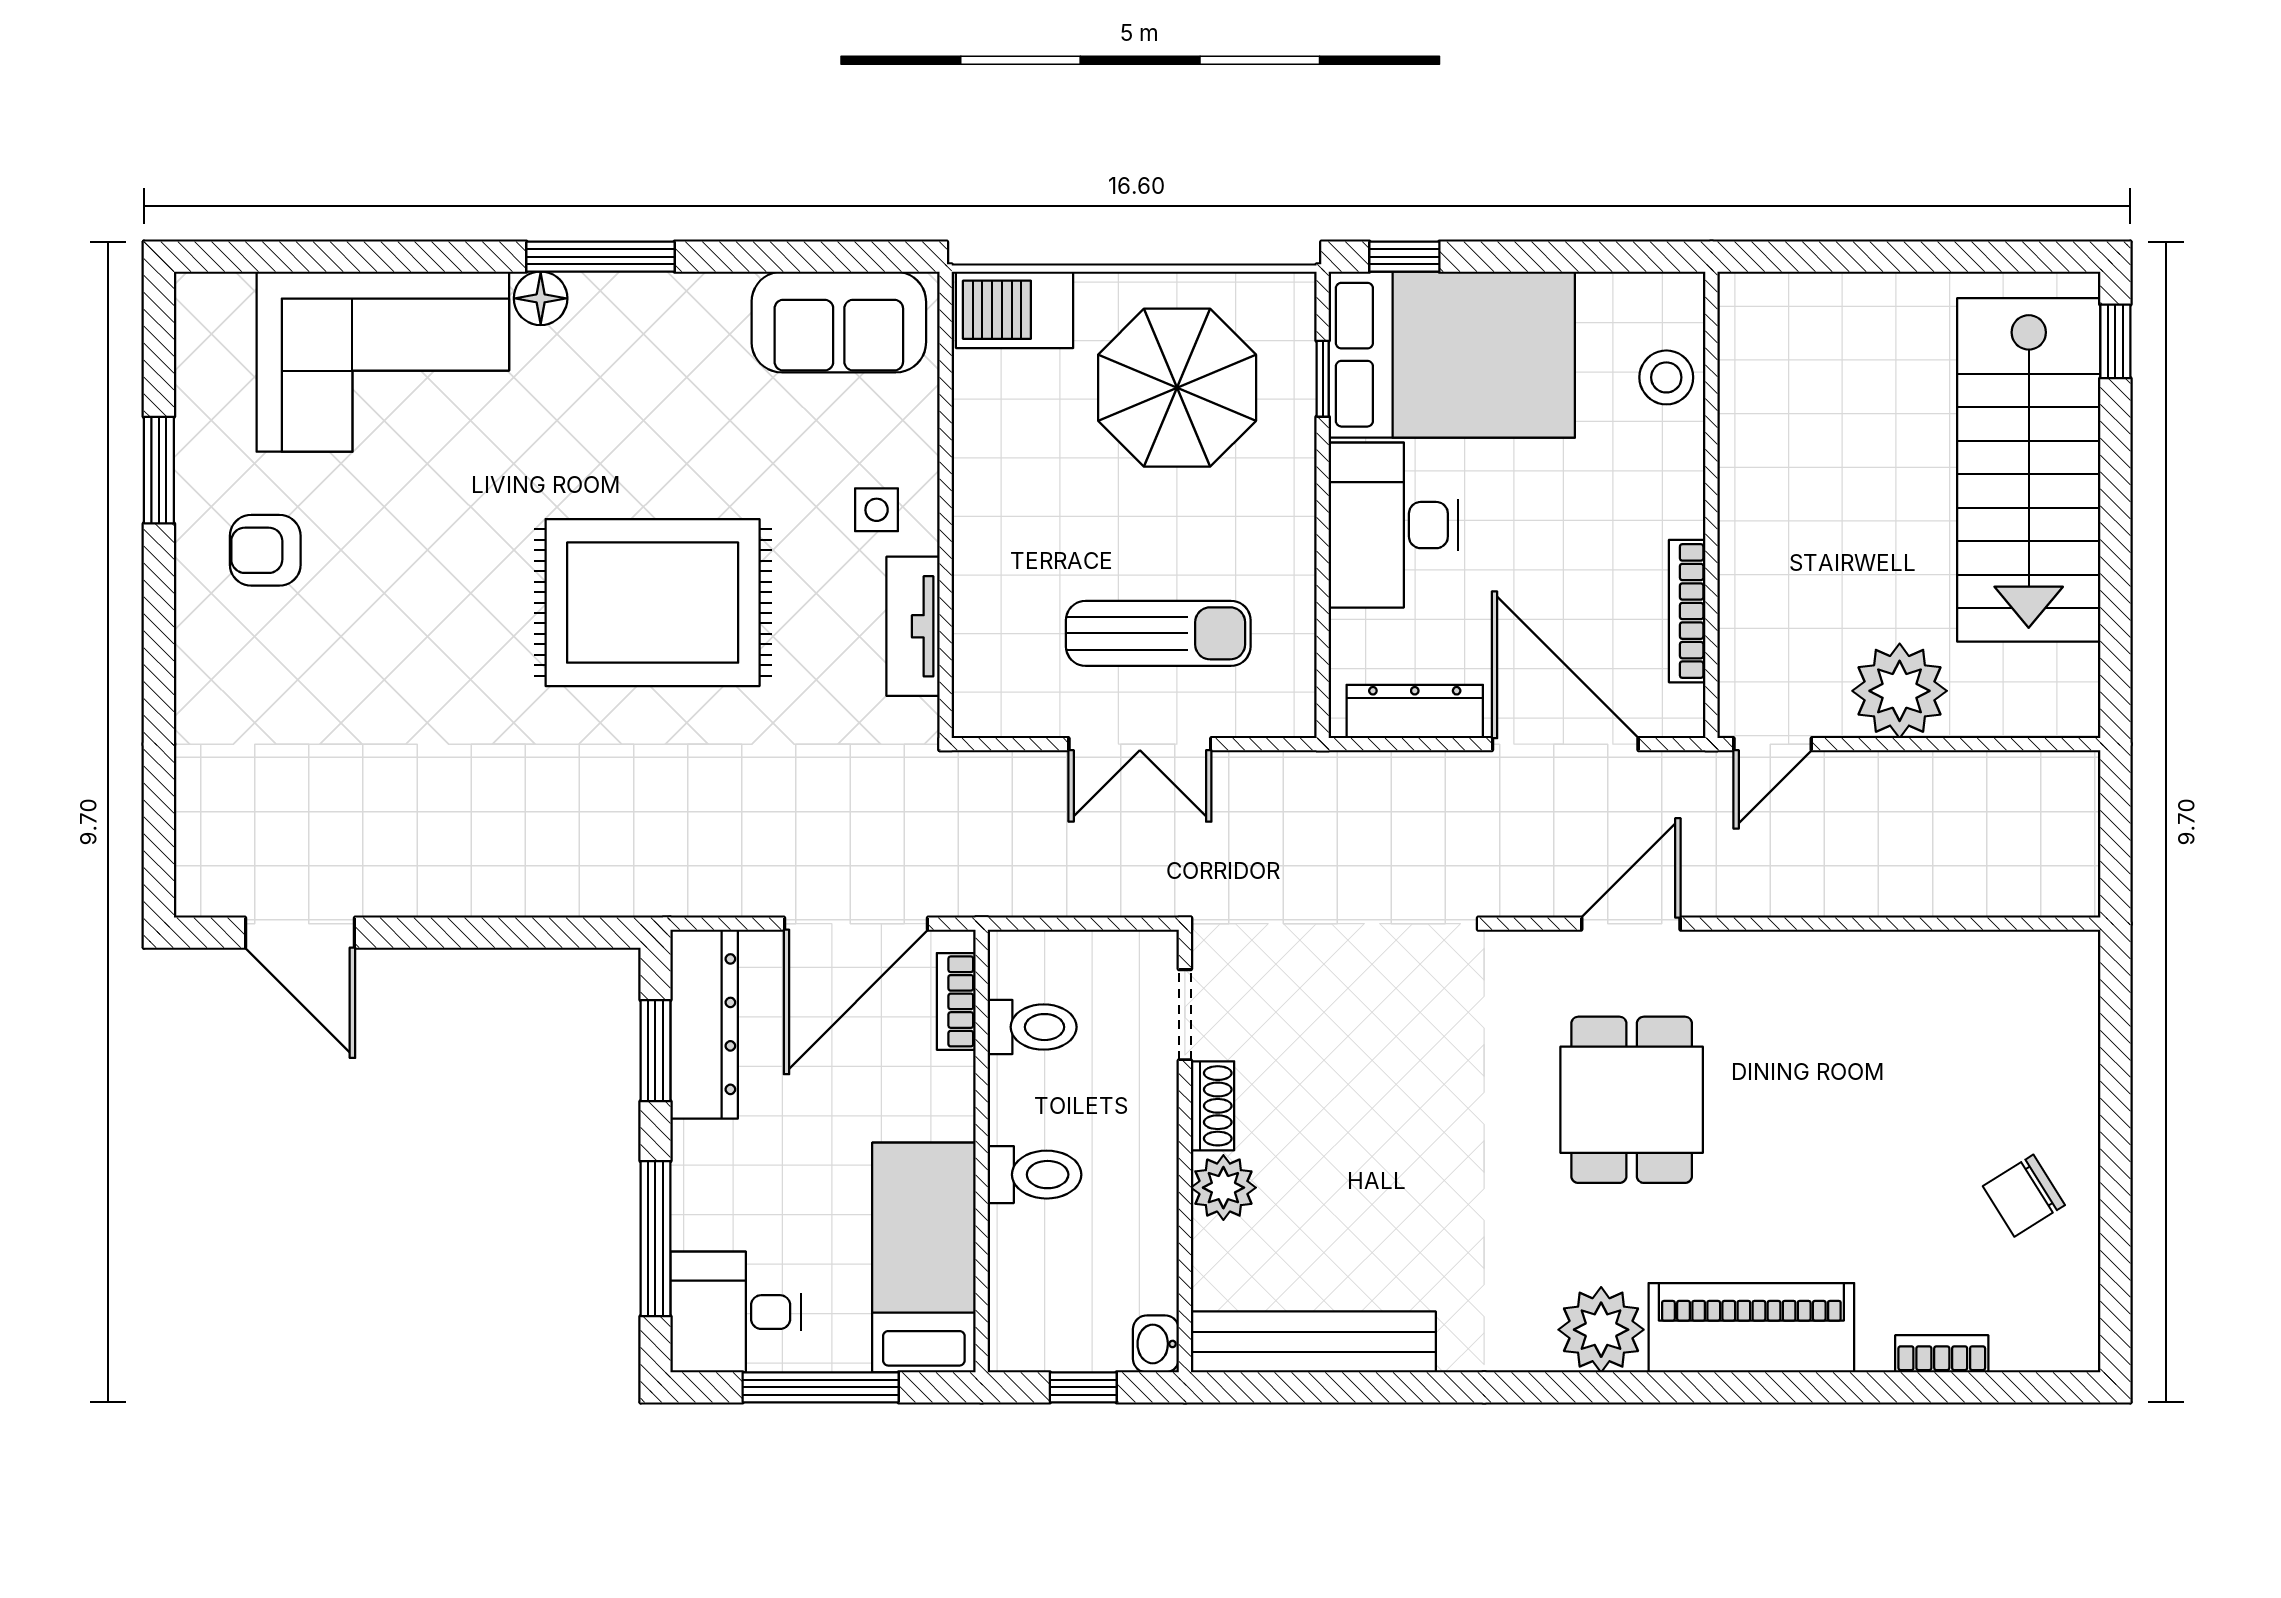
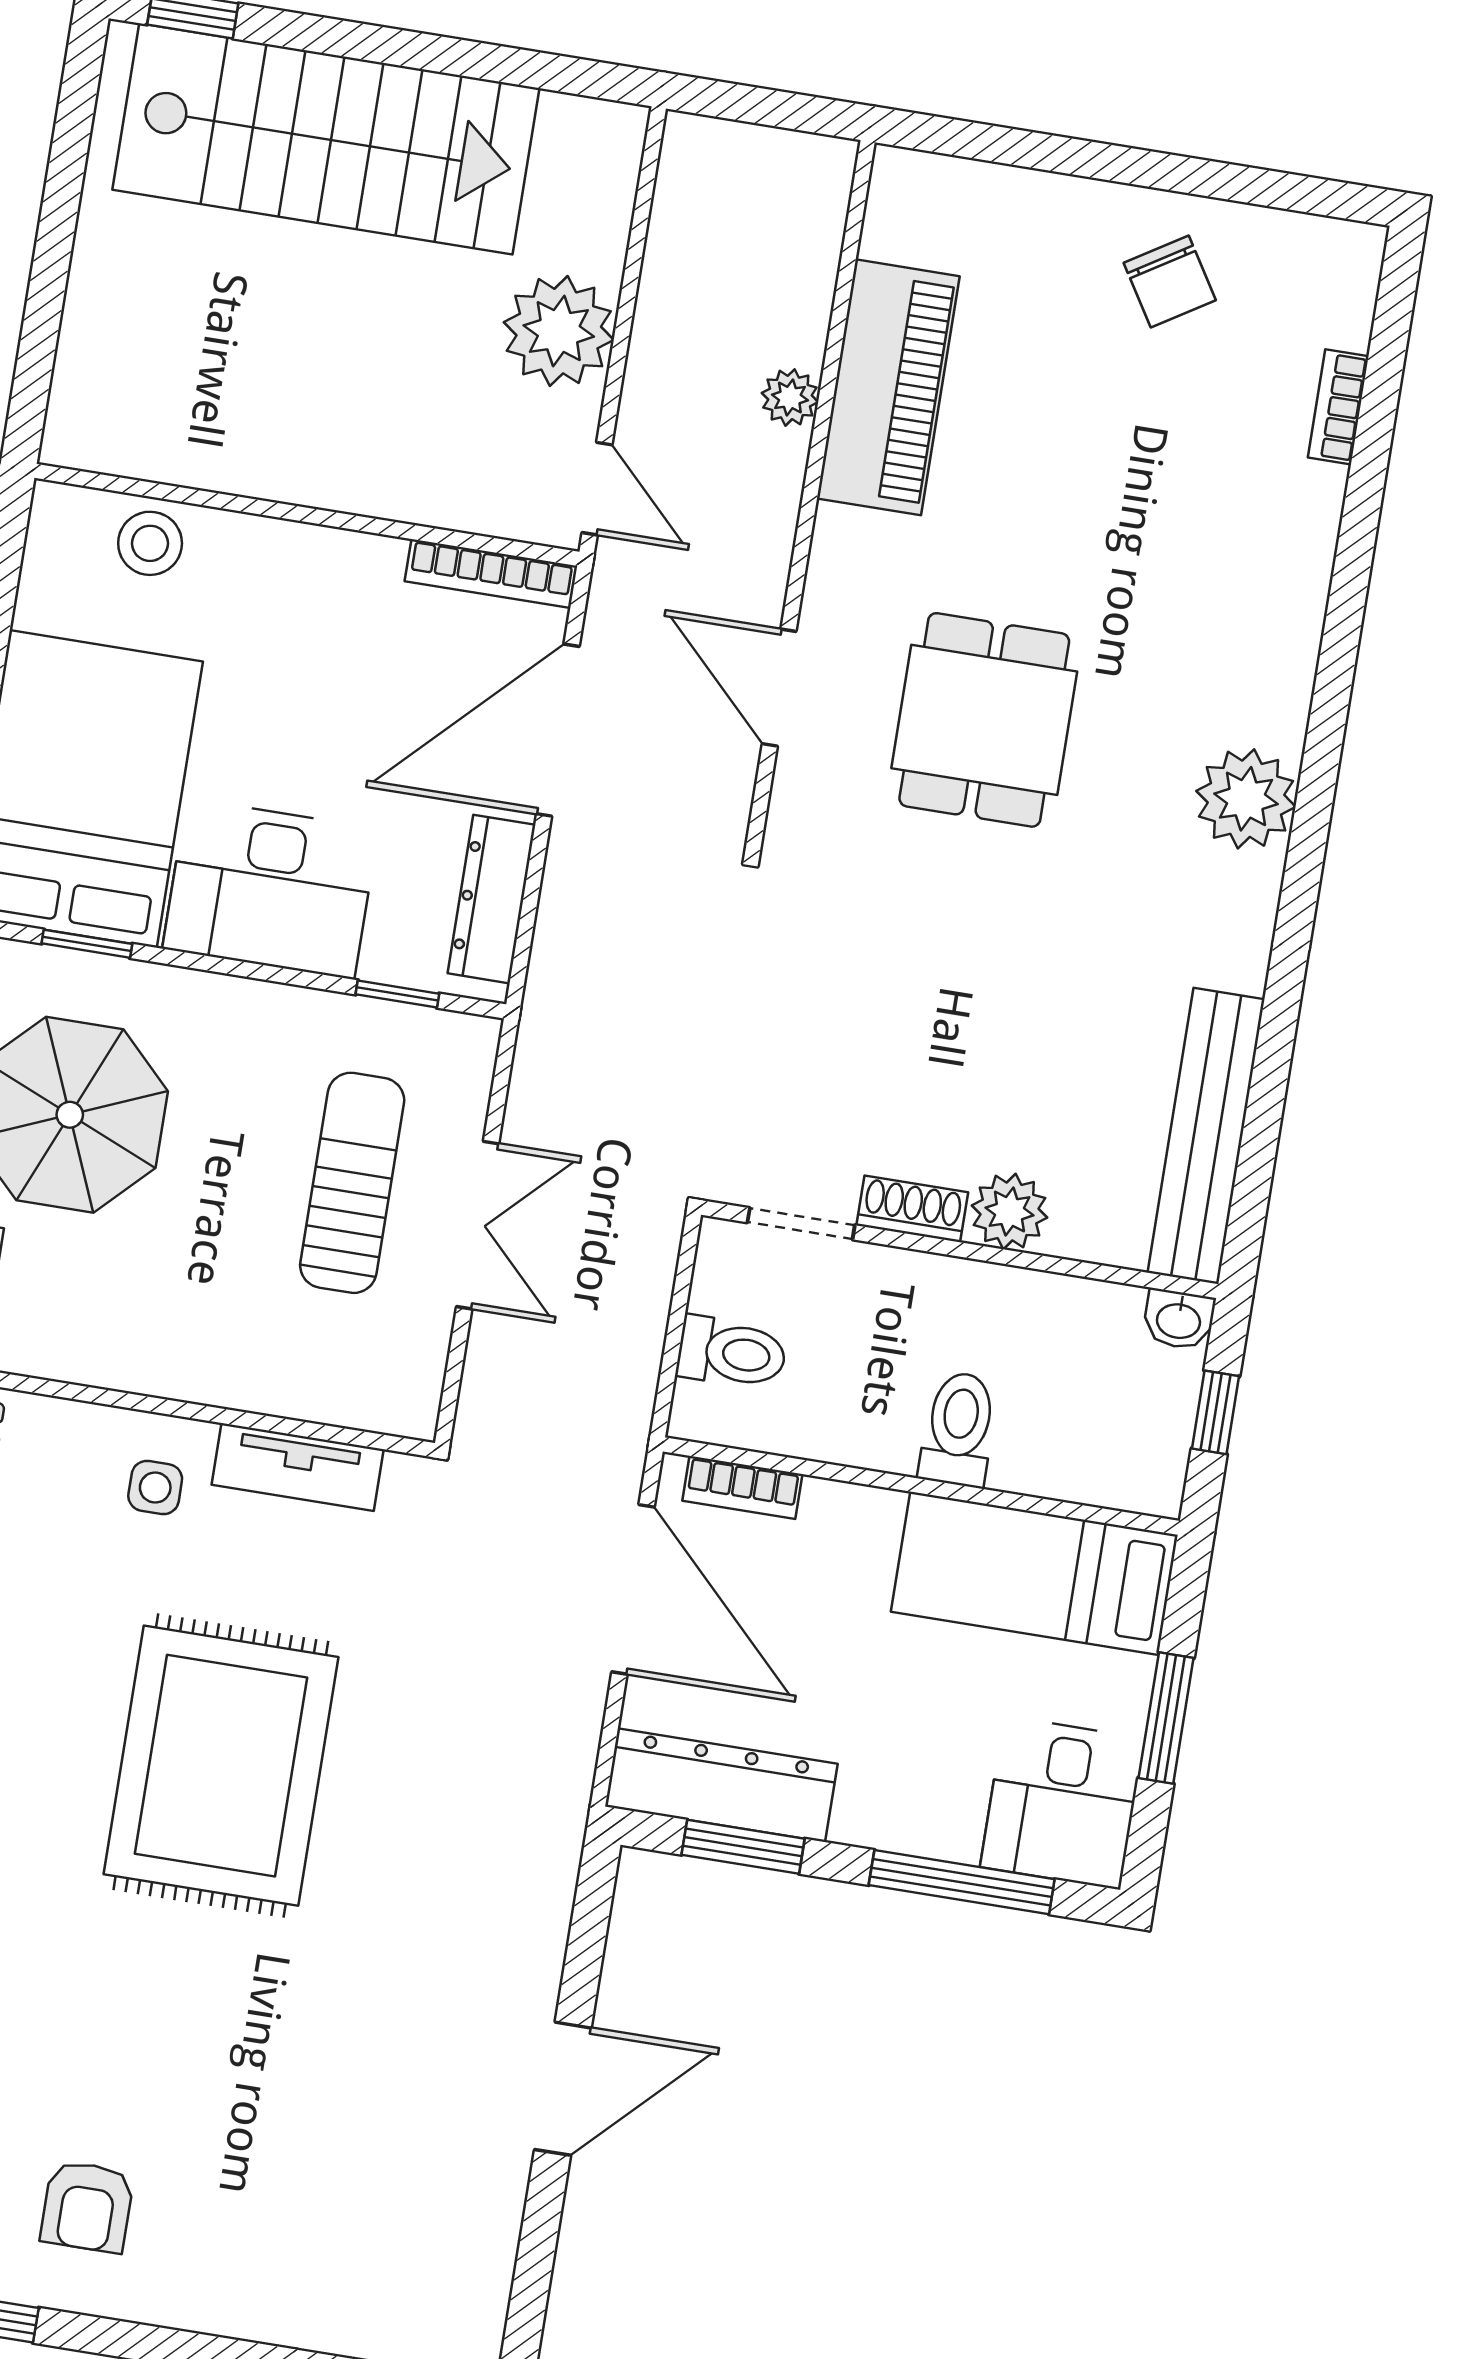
bookcase: (1687, 611) -> (491, 574), moved
window: (1323, 646) -> (397, 994), added
plant: (1875, 893) -> (790, 397), added
door: (300, 933) -> (563, 2089), moved
toilet: (1032, 1027) -> (732, 1353), moved, turned 90
dining table: (1632, 1100) -> (984, 720), turned 90
piano: (1751, 1328) -> (888, 387), moved, turned 180
window: (821, 1387) -> (1166, 1718), width x0.69

